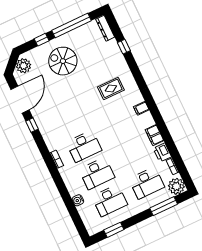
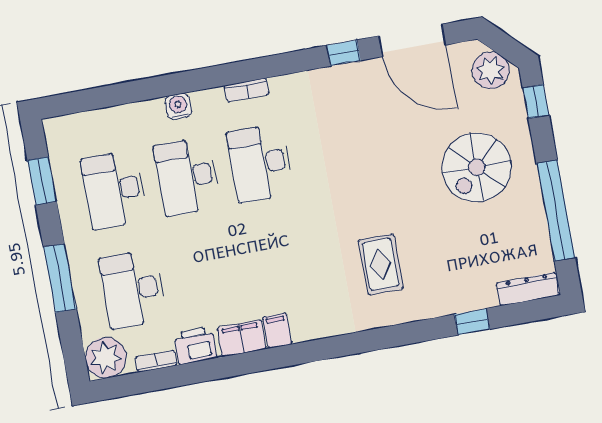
window: (42, 40) -> (536, 101), moved
spiral stairs: (63, 61) -> (477, 167), turned 180
filing cabinet: (141, 108) -> (277, 331), moved
water cooler: (78, 200) -> (178, 106), moved
window: (164, 206) -> (60, 278), moved

